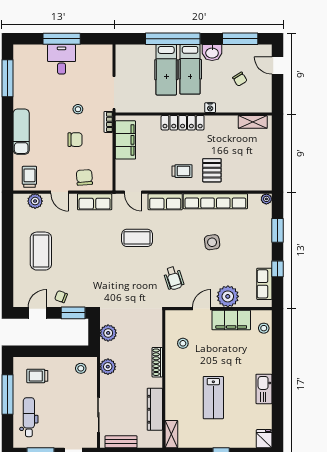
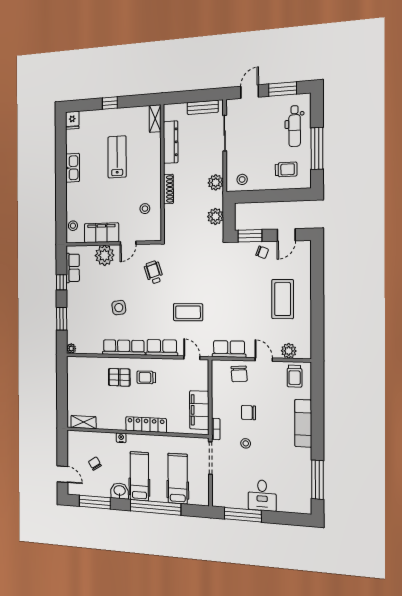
window: (62, 39) -> (243, 515), moved
hospital bed: (166, 70) -> (178, 479), moved
pallet: (212, 170) -> (119, 377), turned 90
row of seats: (215, 201) -> (124, 347), width x0.73

